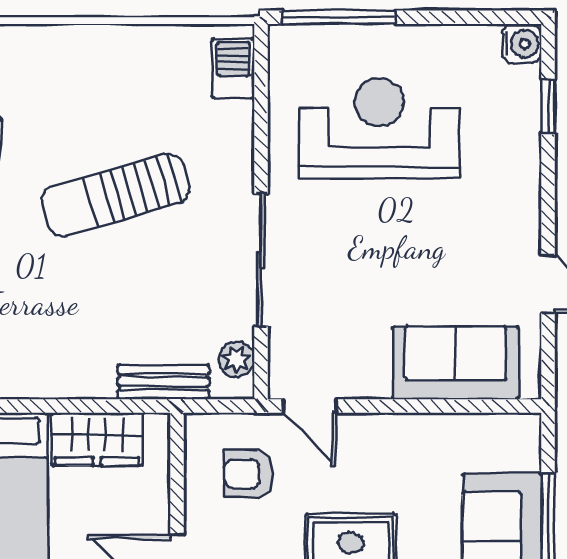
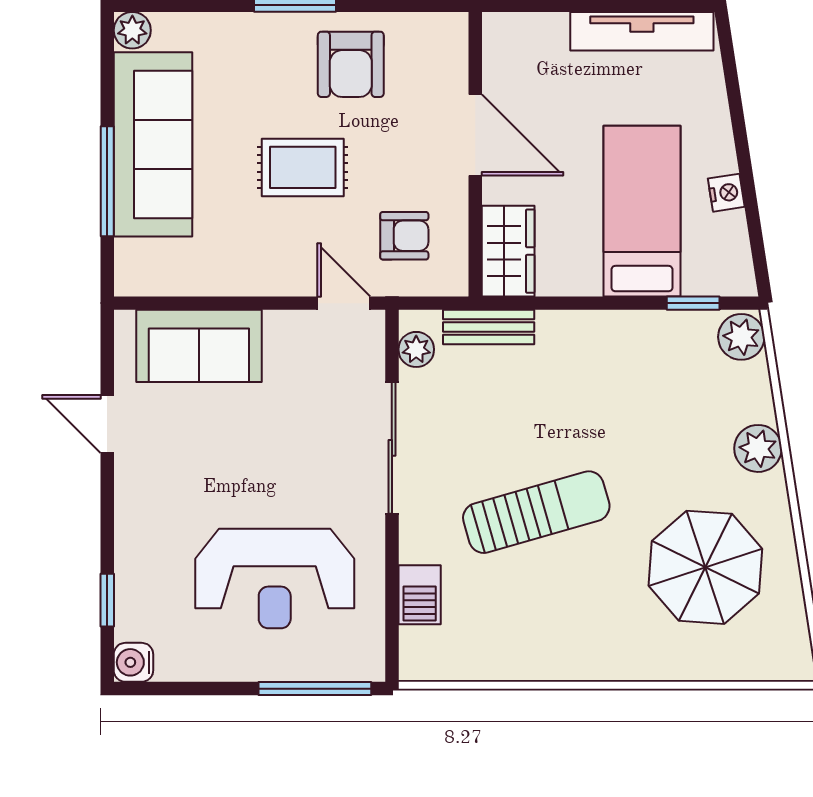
barbecue: (233, 68) -> (420, 595), moved
wardrobe: (97, 439) -> (508, 251), moved, turned 90

